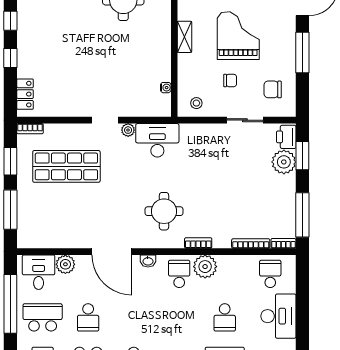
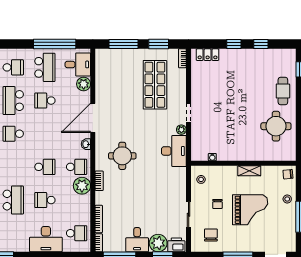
desk: (279, 191) -> (137, 240), added
school desk: (179, 317) -> (45, 167), added

